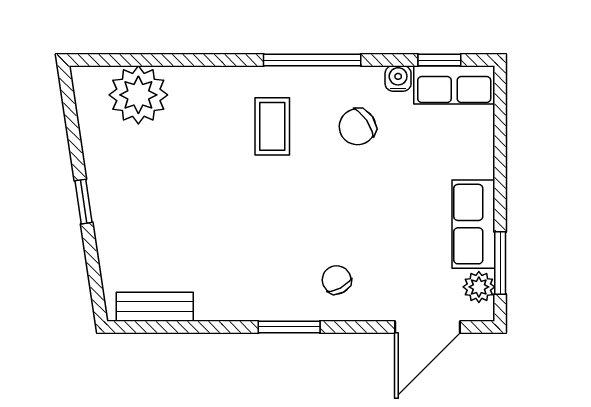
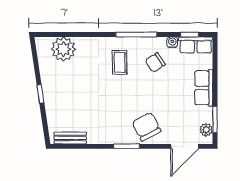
row of seats: (473, 224) -> (204, 88), moved
chair: (337, 280) -> (147, 127), width x1.87, depth x1.87

